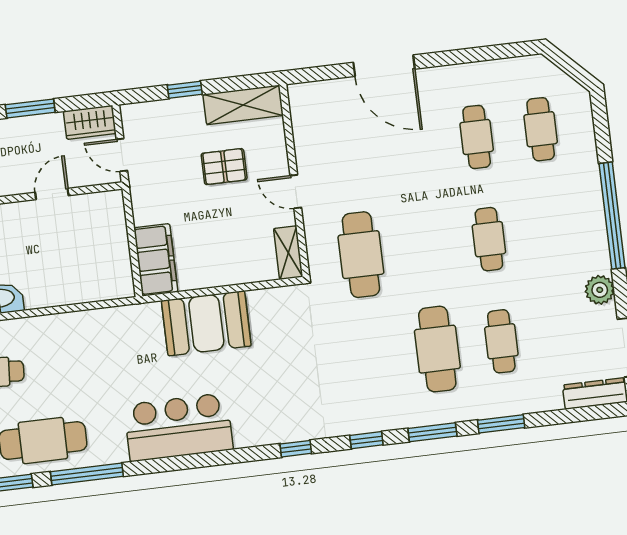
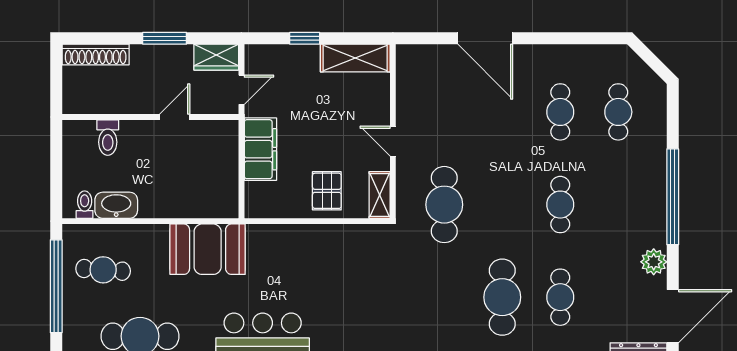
door: (122, 155) -> (241, 90), swing flipped
pallet: (224, 167) -> (327, 191), moved, turned 90
filing cabinet: (156, 260) -> (260, 149), moved
booth: (206, 323) -> (208, 249), moved

